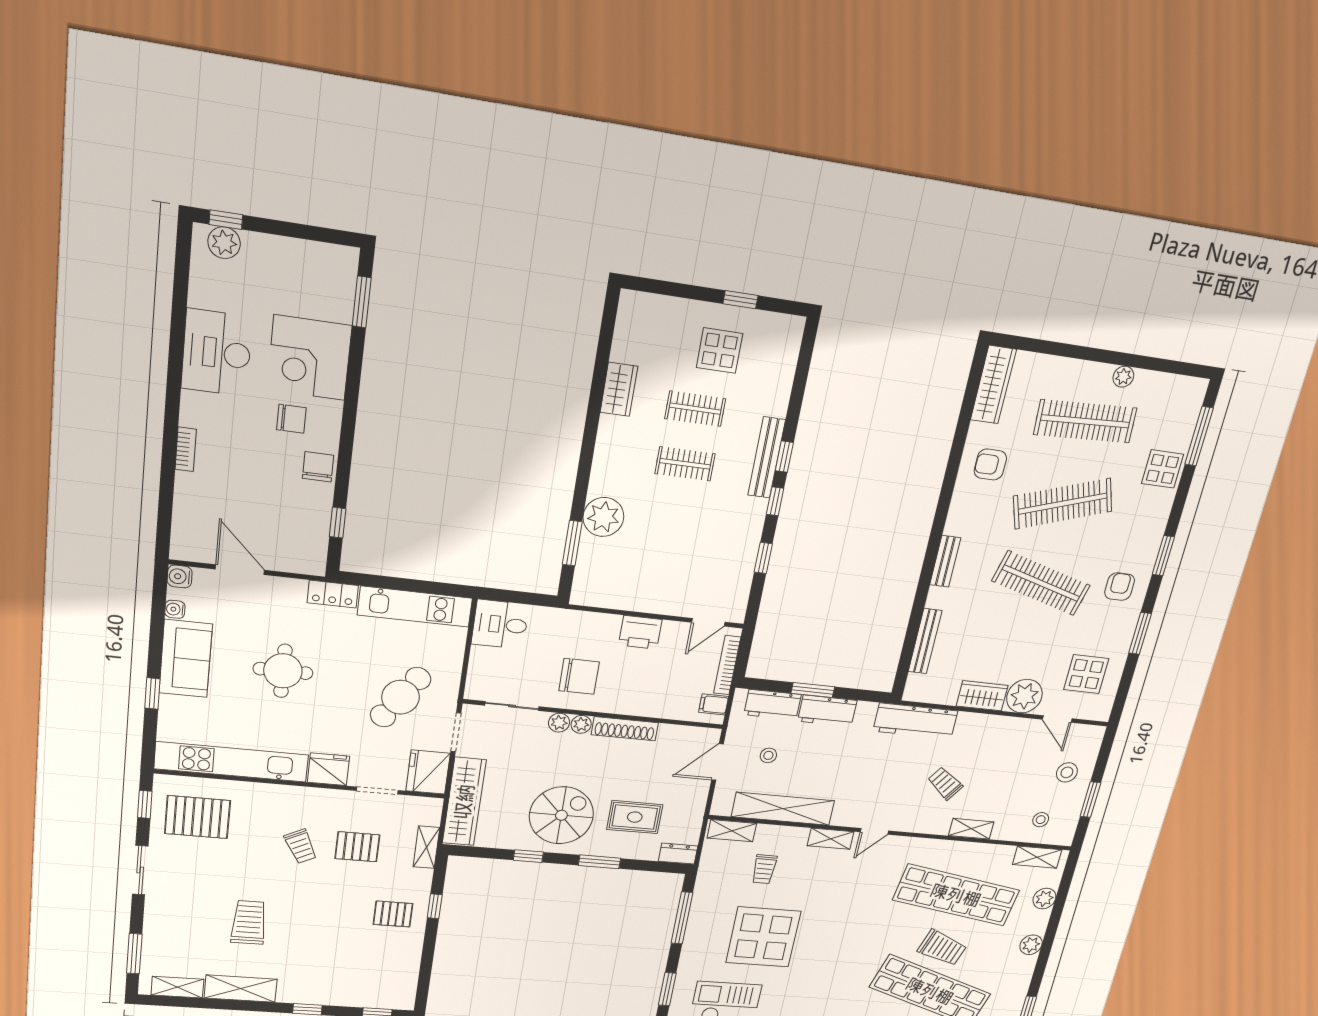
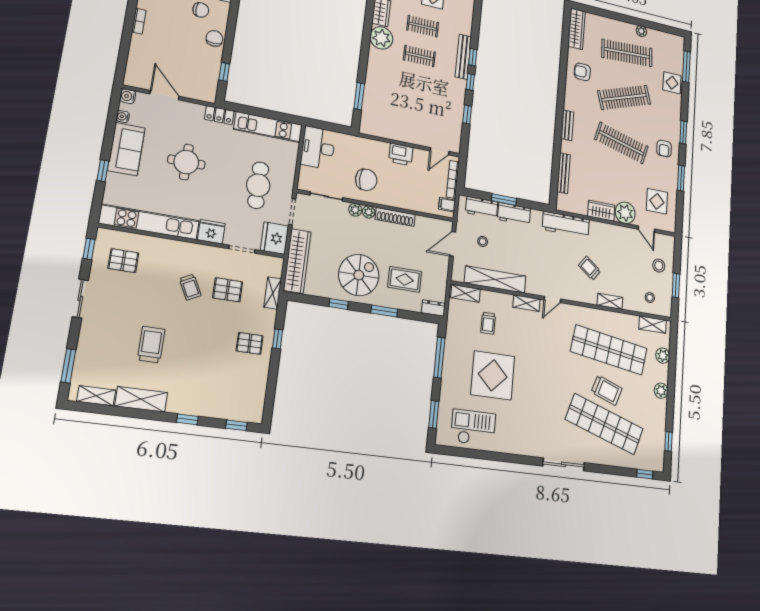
plant: (603, 517) -> (381, 38), moved
armchair: (1120, 587) -> (664, 149), turned 180
desk: (500, 624) -> (318, 148), width x1.37
cafe table: (400, 697) -> (258, 185), turned -34
pallet: (198, 817) -> (123, 261), width x0.67, depth x0.71

